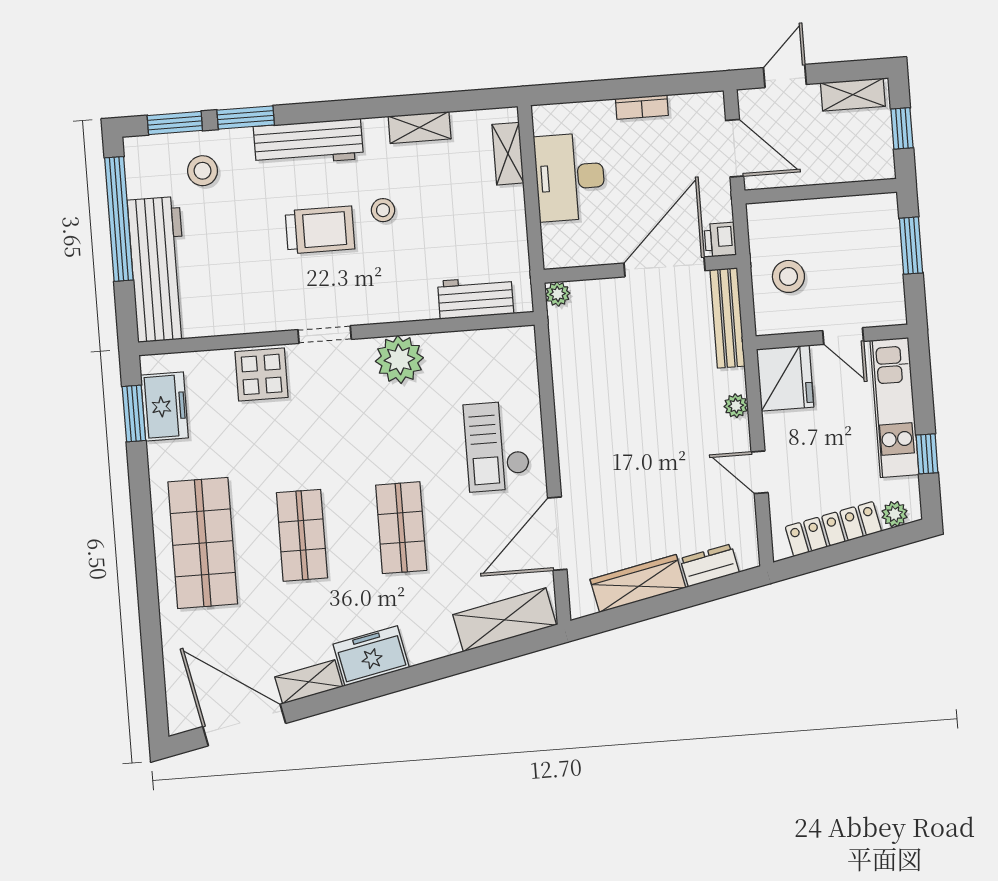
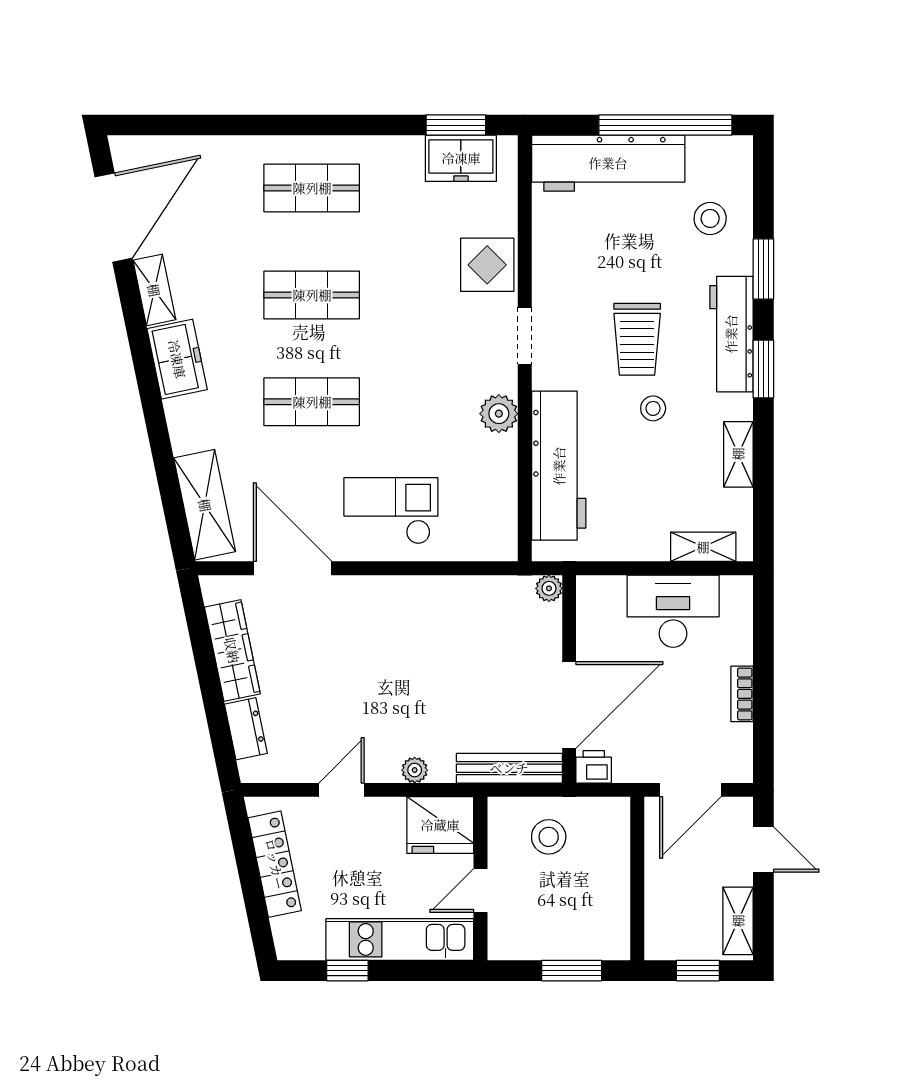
window: (175, 123) -> (763, 369), moved
door: (664, 267) -> (569, 705), hinge flipped
workbench: (476, 297) -> (559, 466), width x1.88, depth x1.32
plant: (399, 359) -> (499, 414), width x0.73, depth x0.73
plant: (895, 514) -> (286, 931), removed
shop shelf: (203, 543) -> (312, 188), width x0.70, depth x0.74

